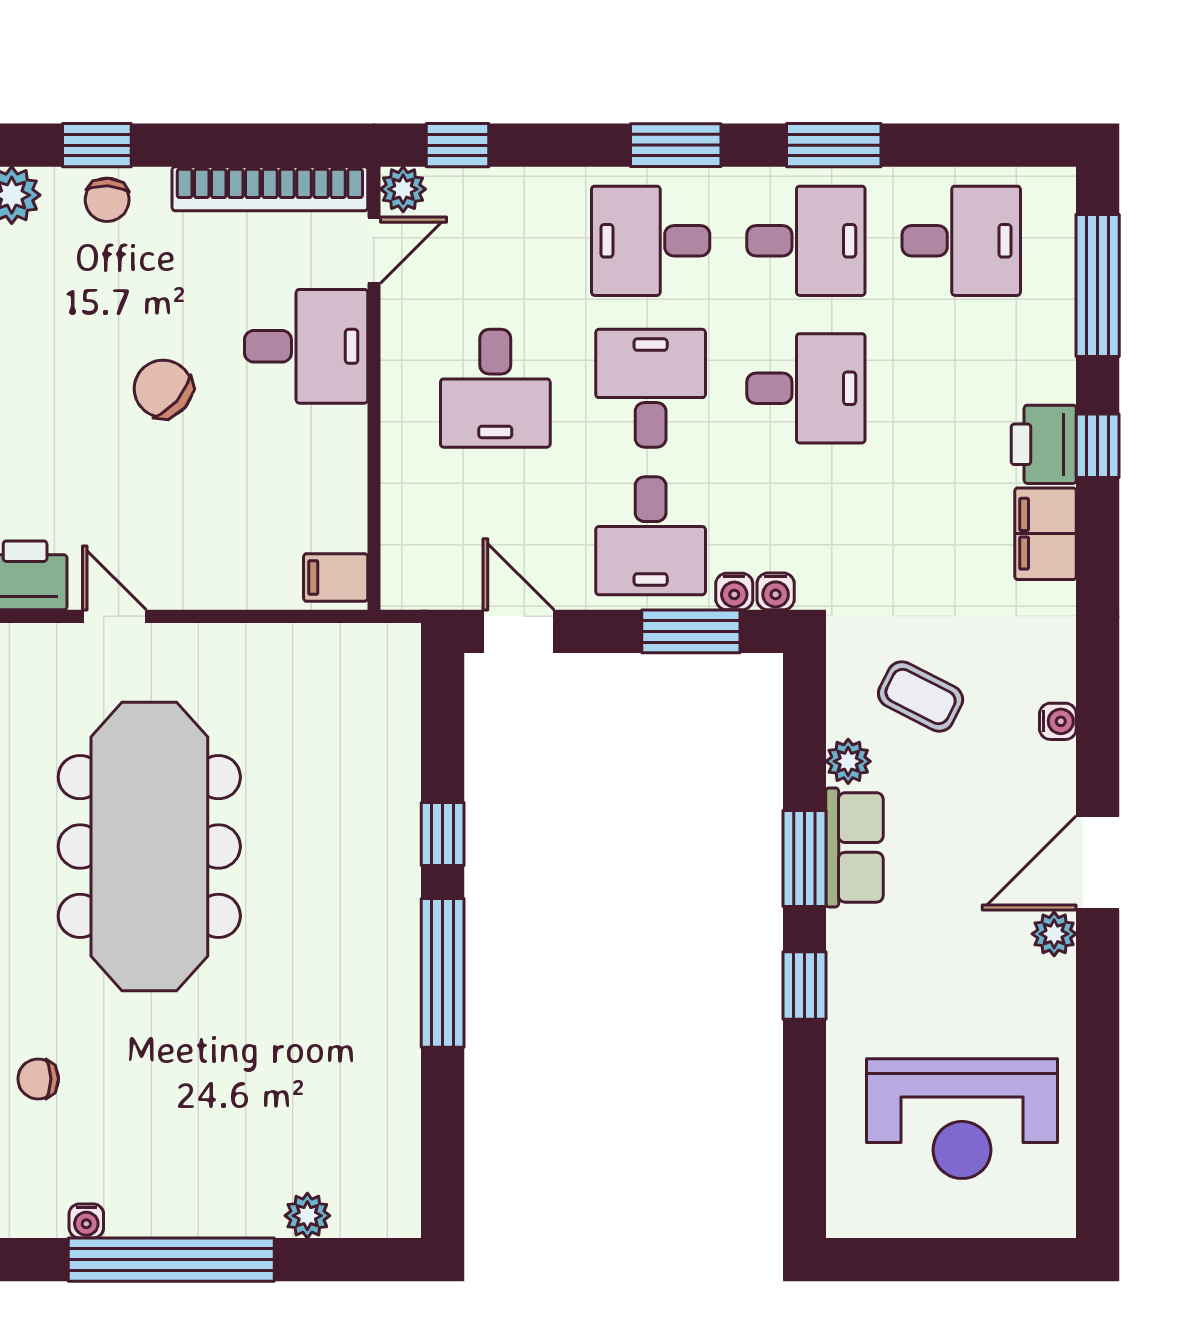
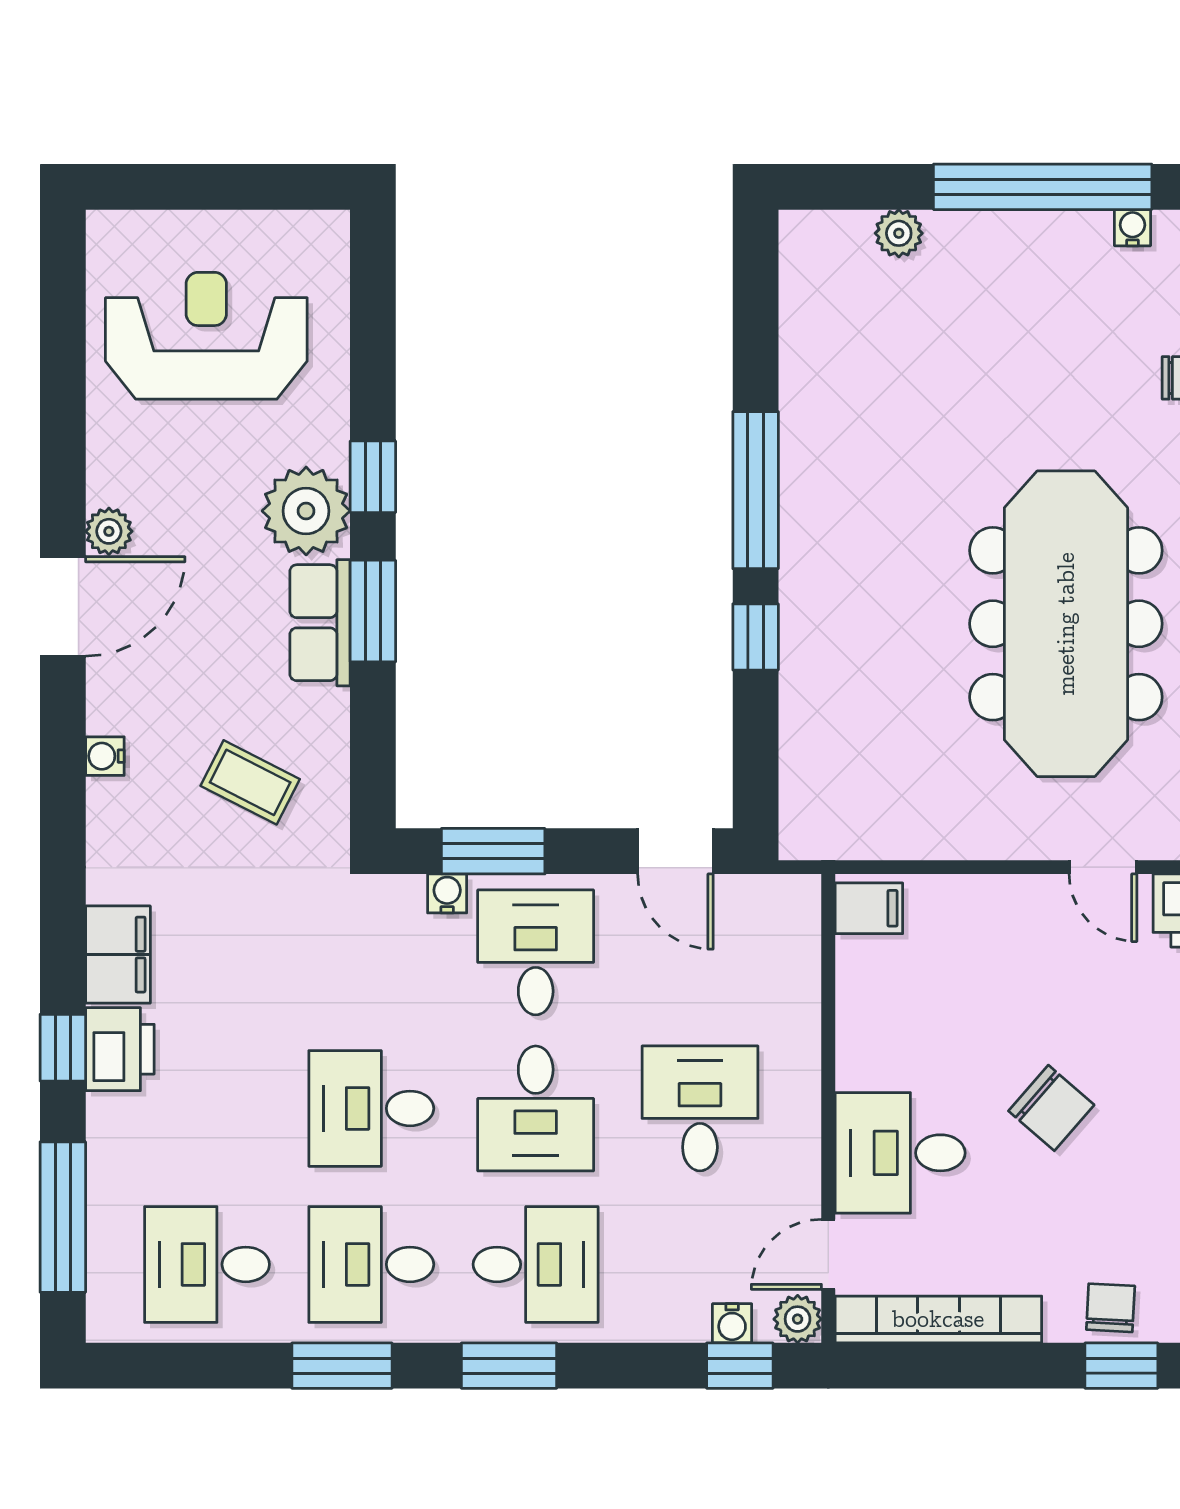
water cooler: (776, 591) -> (732, 1323), moved, turned 180
plant: (848, 761) -> (306, 511), moved, width x1.88, depth x1.88

